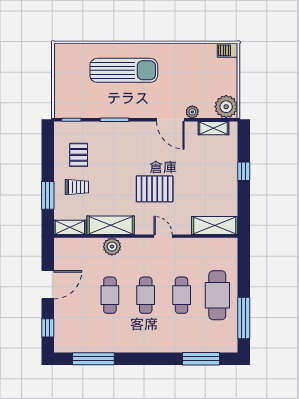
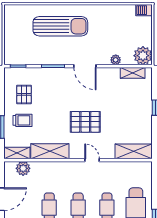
door: (170, 120) -> (85, 66), moved
plant: (112, 247) -> (23, 168), moved

